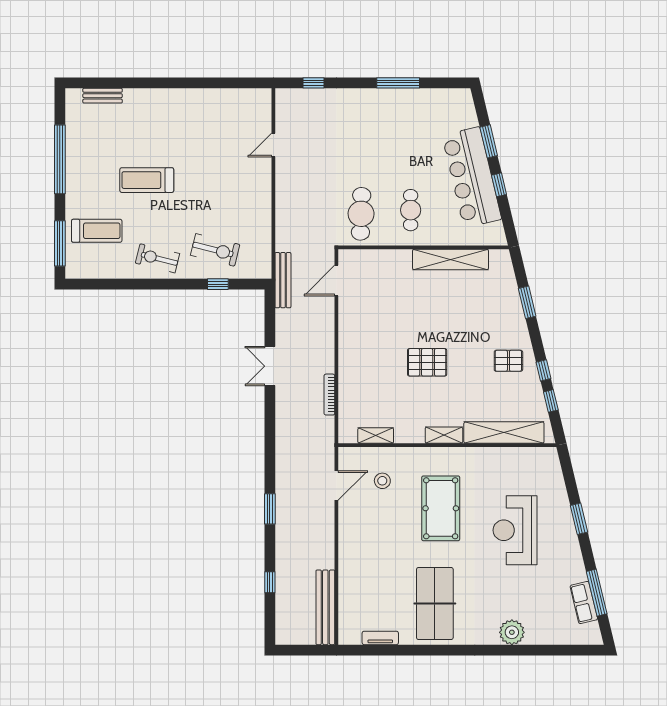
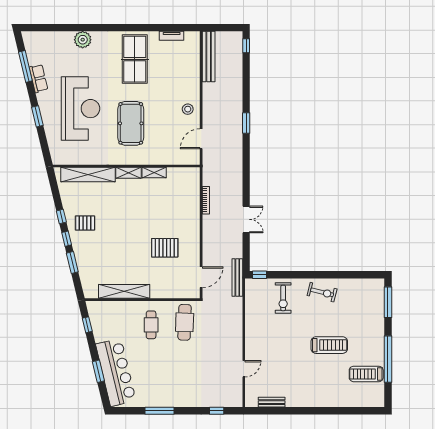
bench: (103, 96) -> (272, 402), moved
bar counter: (472, 177) -> (116, 372), moved
window: (499, 185) -> (87, 325), moved
treadmill: (97, 231) -> (366, 374), moved
exercise bike: (215, 250) -> (283, 298), turned -104
window: (218, 284) -> (259, 275), moved
pallet: (427, 362) -> (165, 248), moved
window: (551, 401) -> (67, 239), moved
shelving: (376, 436) -> (154, 173), moved
stool: (382, 481) -> (188, 109), moved
reception desk: (515, 530) -> (81, 109), width x1.36, depth x1.30
window: (270, 582) -> (246, 46), moved
row of seats: (584, 603) -> (39, 78), moved

